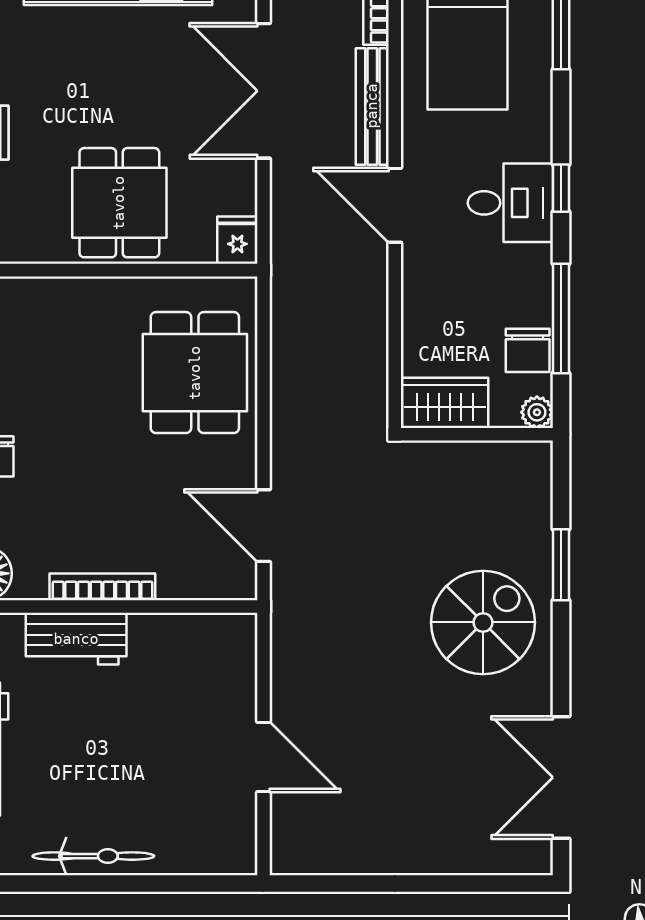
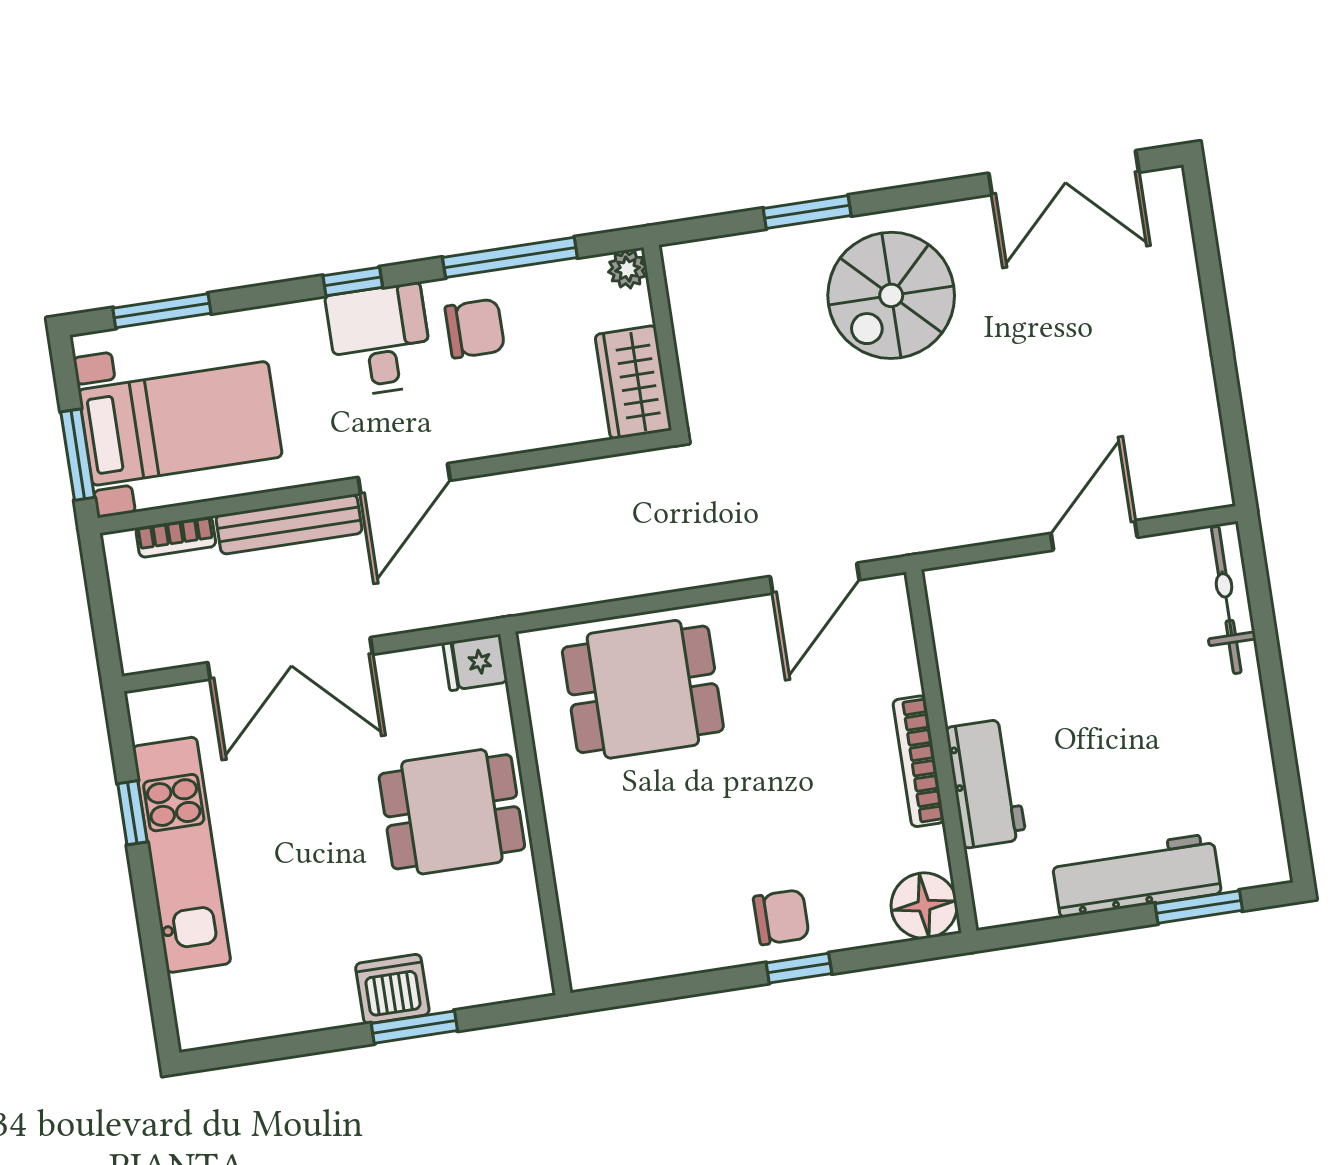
chair: (528, 350) -> (475, 328), moved
spiral stairs: (483, 622) -> (891, 295), turned -90
bicycle: (93, 856) -> (1226, 600), moved

